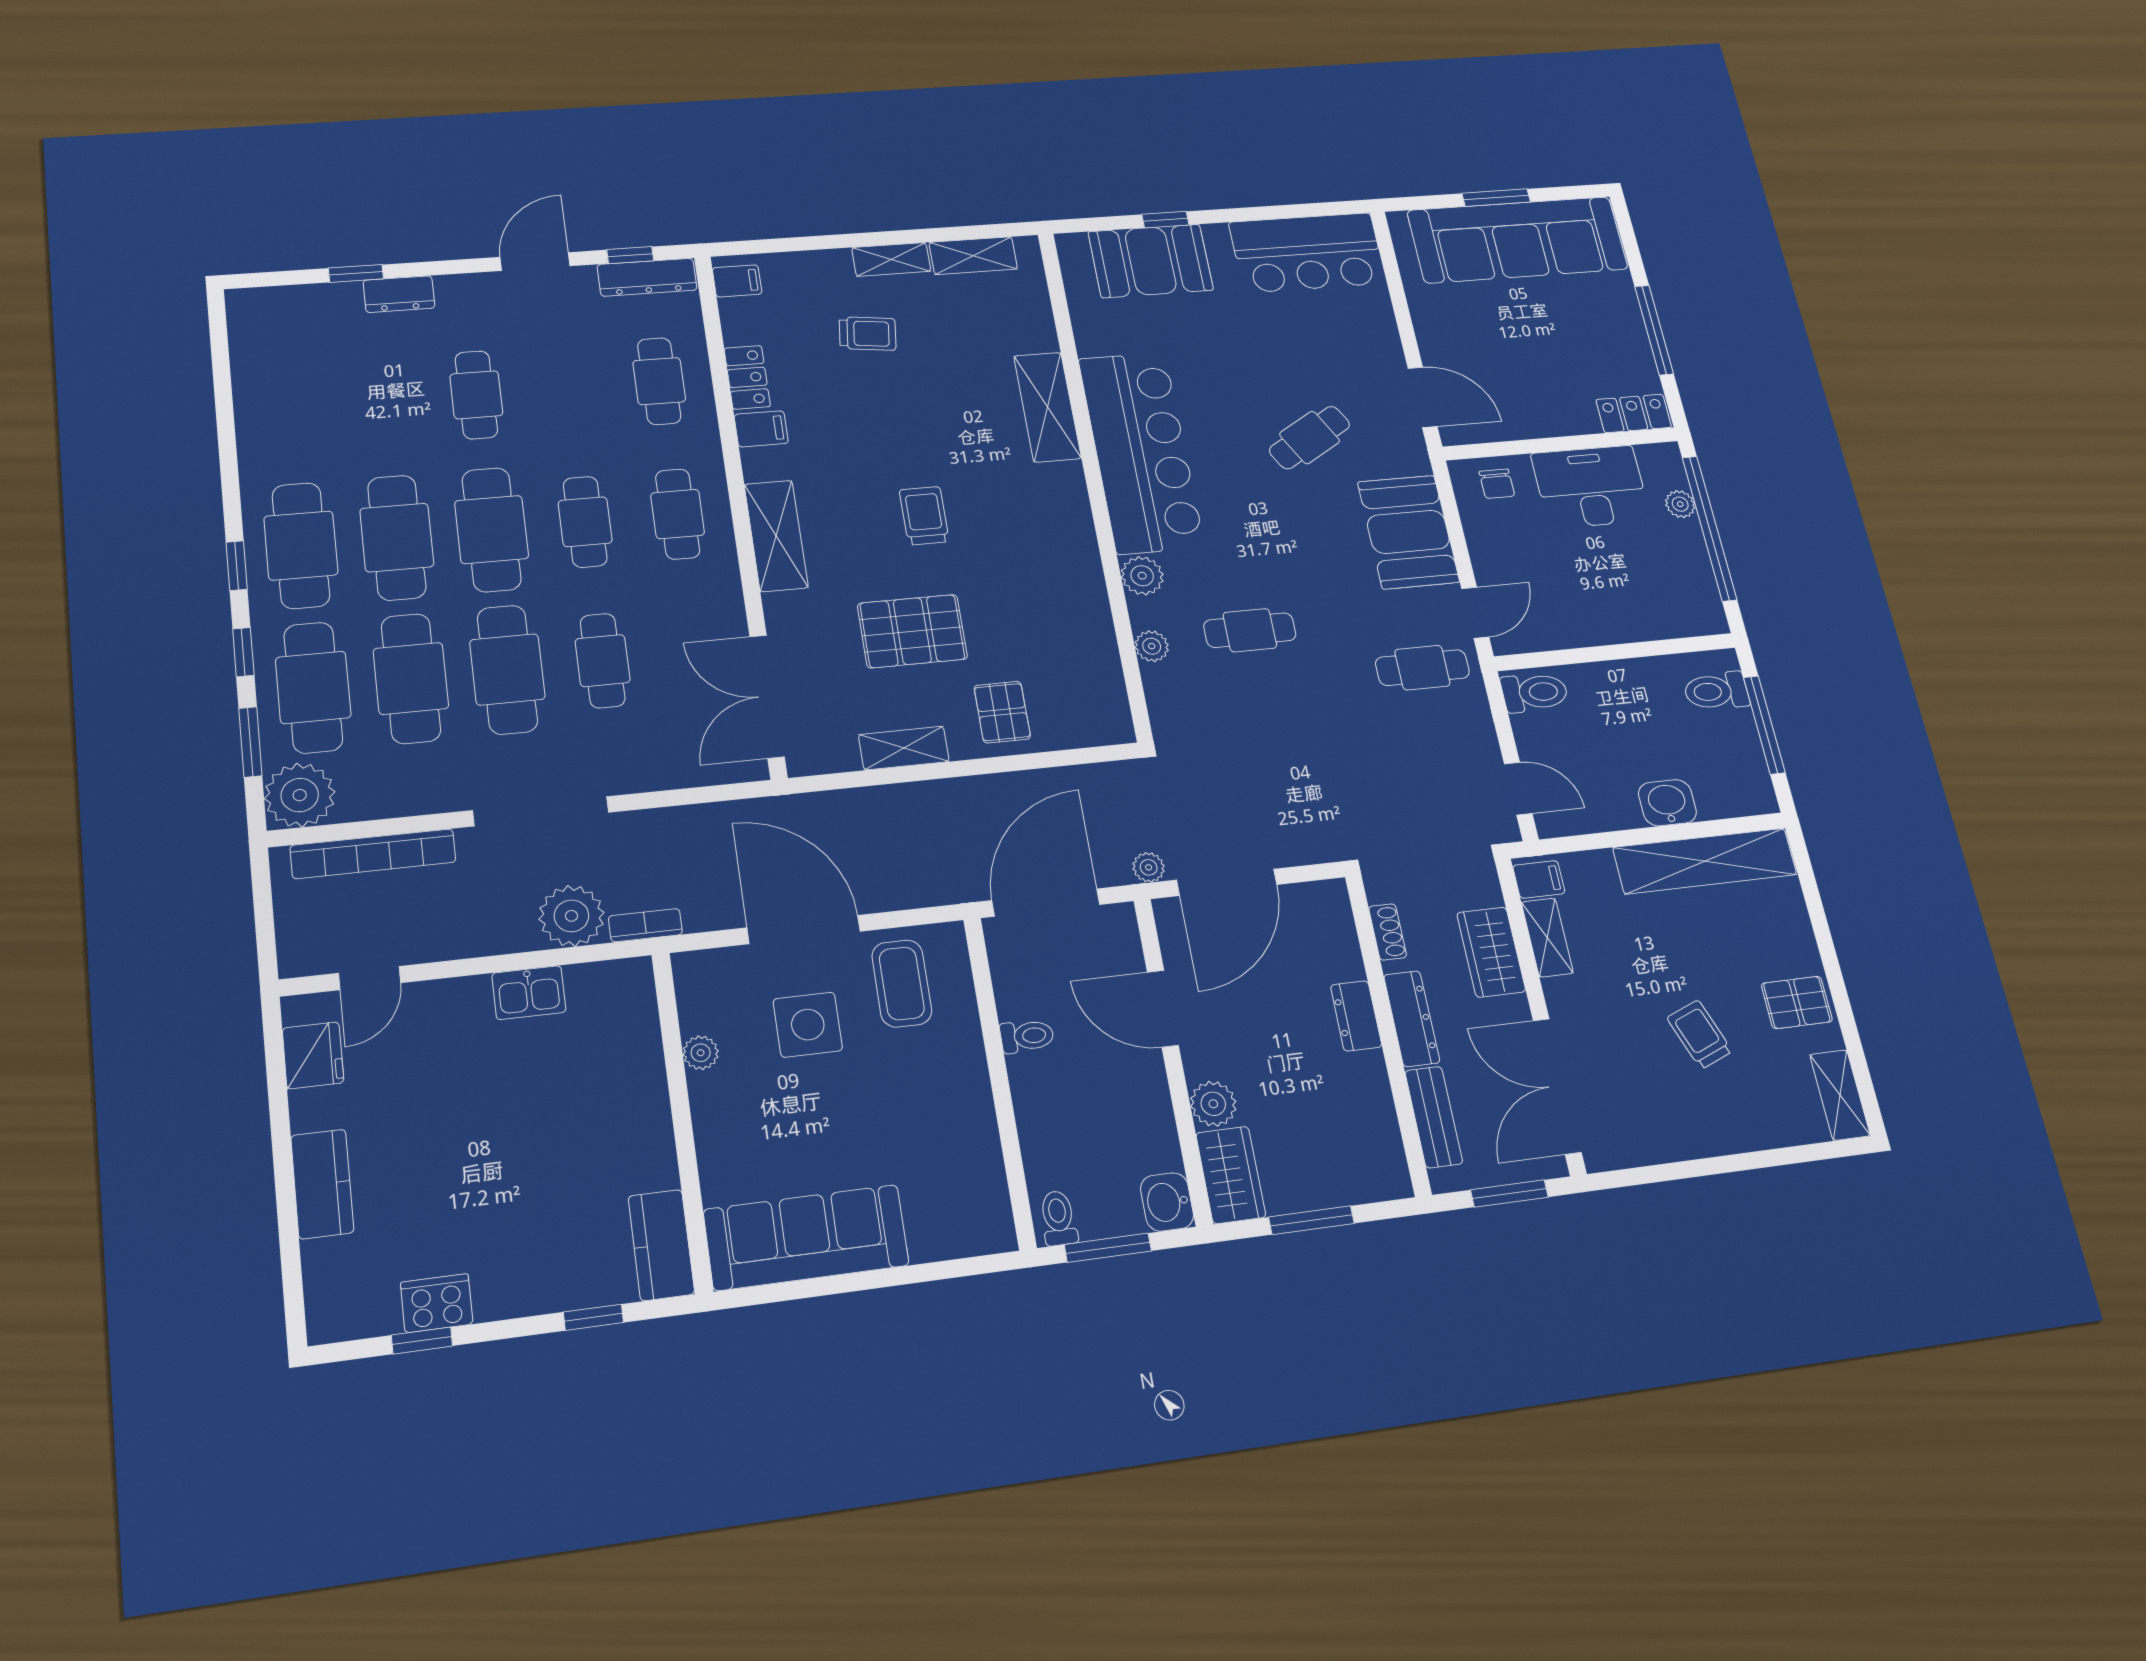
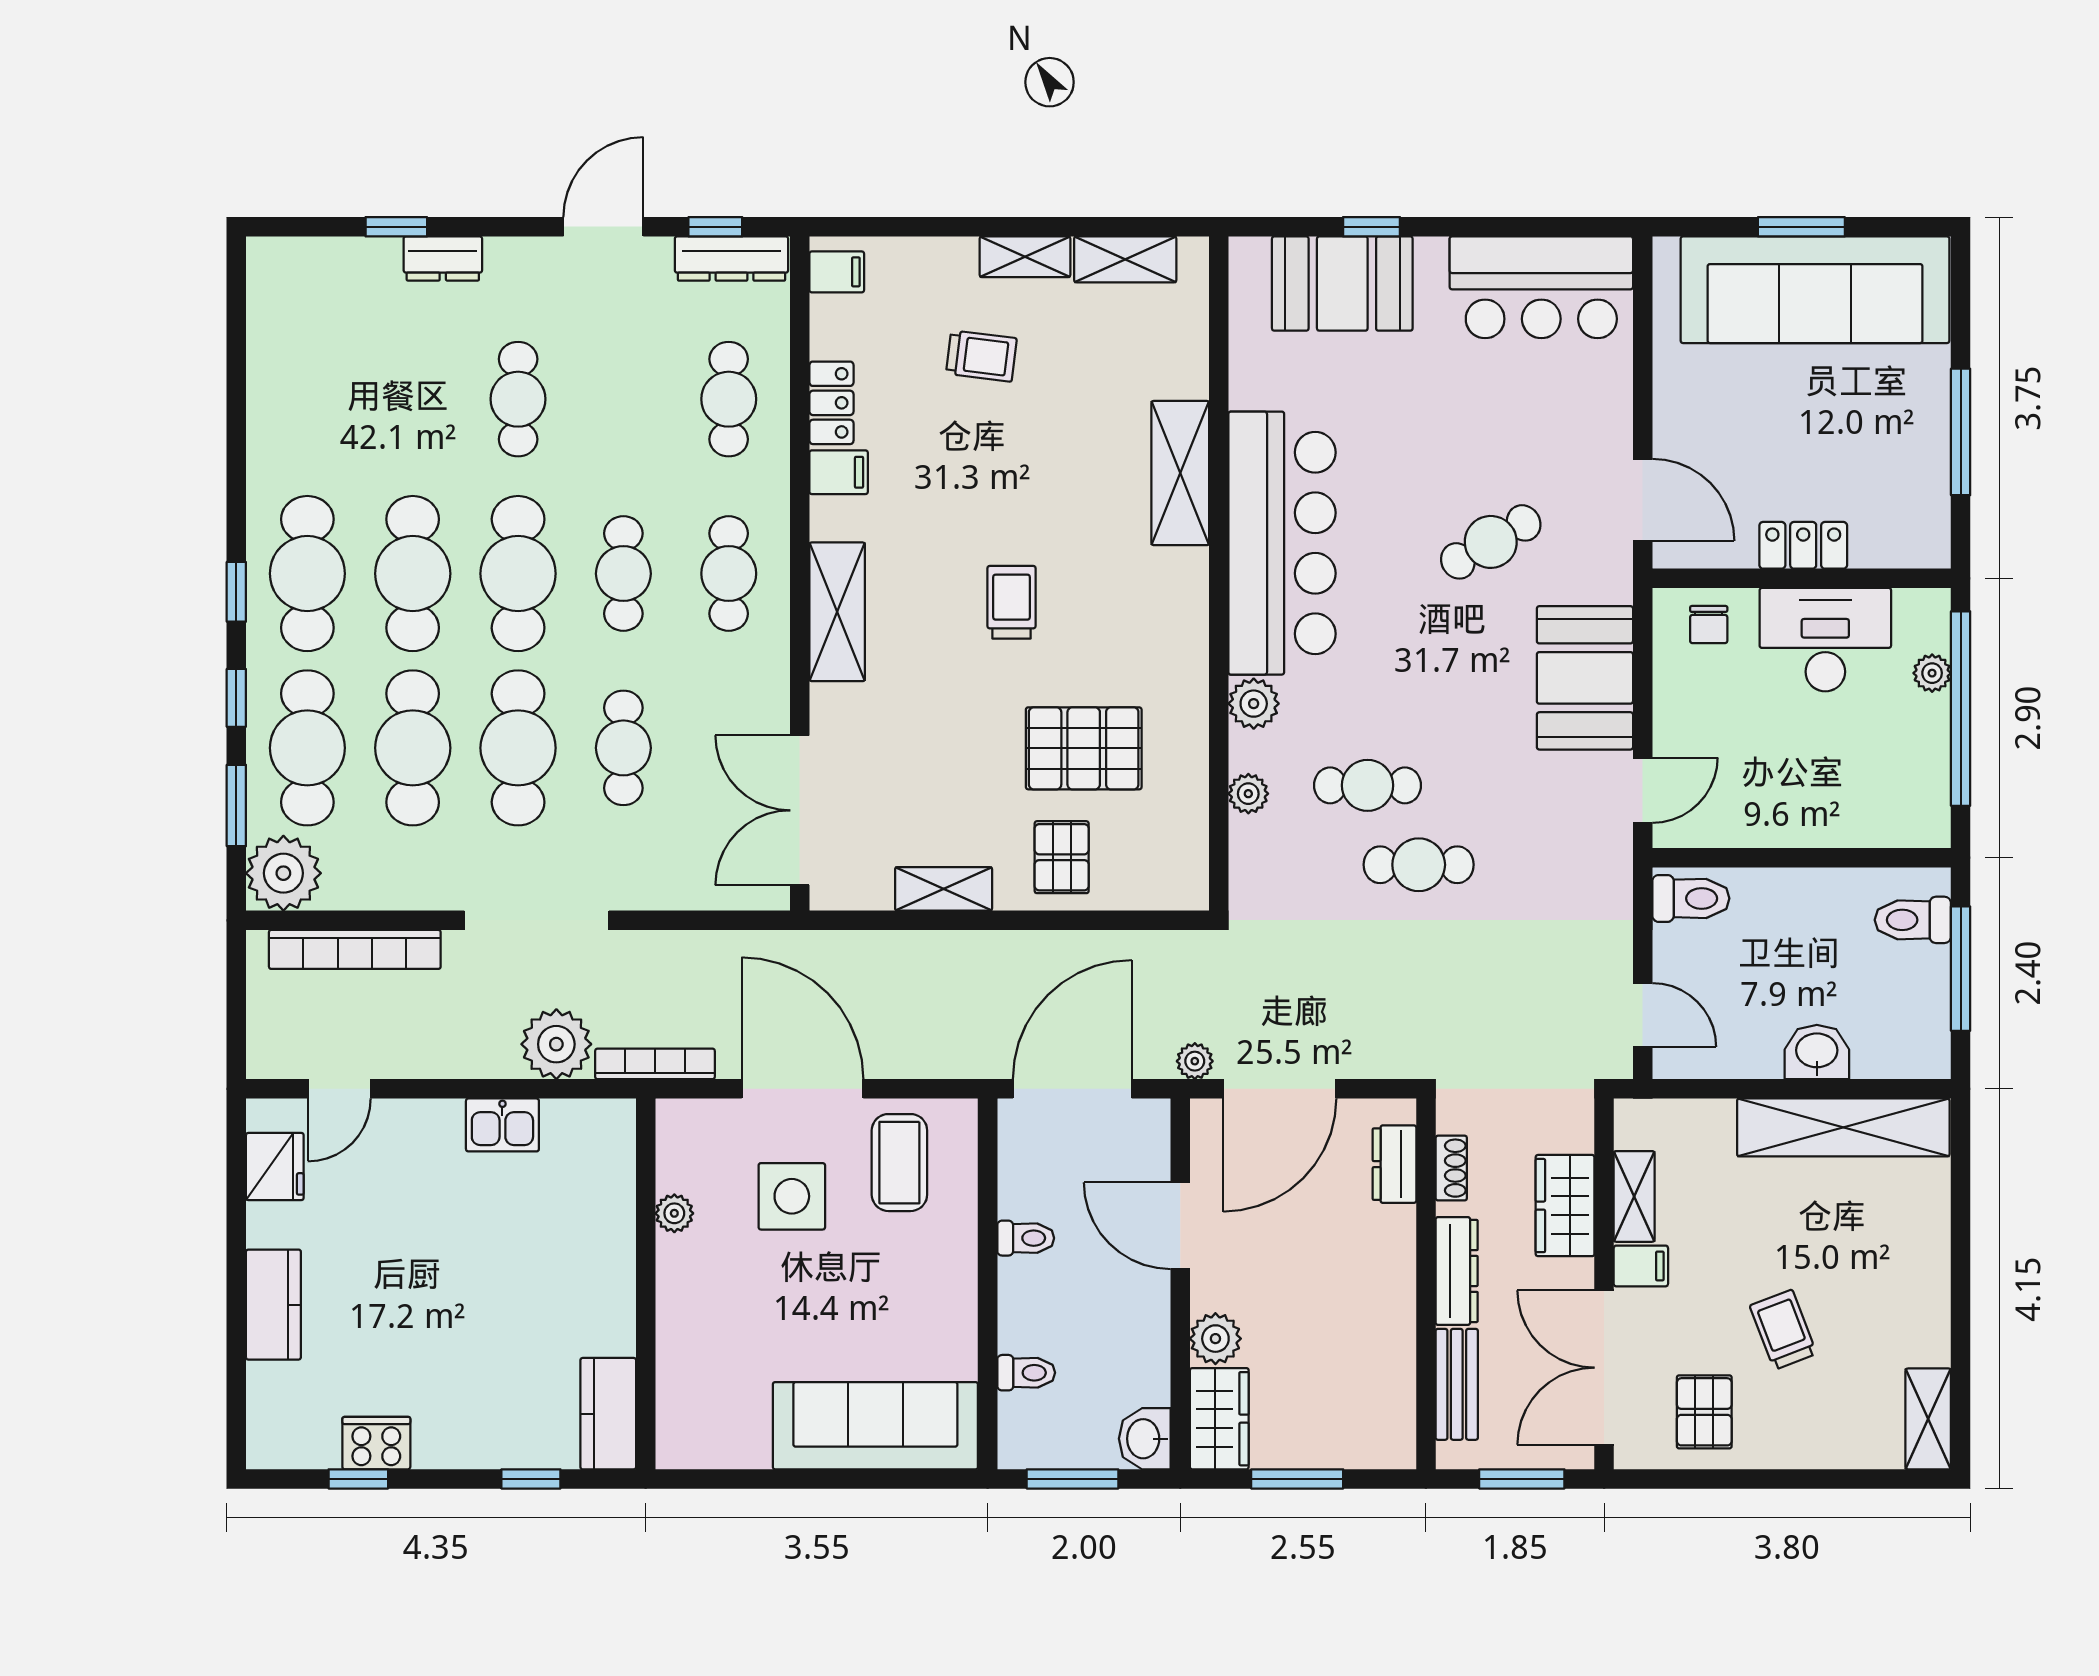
locker: (1634, 413) -> (1803, 545), moved
pallet: (912, 631) -> (1084, 748), moved
cafe table: (1422, 668) -> (1419, 865), moved
filing cabinet: (1539, 879) -> (1641, 1266), moved
bookcase: (645, 925) -> (655, 1064), width x1.56
pallet: (1797, 1002) -> (1704, 1412), moved, turned 90
dresser: (1356, 1016) -> (1394, 1164), moved
toilet: (1058, 1218) -> (1026, 1373), moved, turned 90
sofa: (806, 1237) -> (875, 1426), moved

